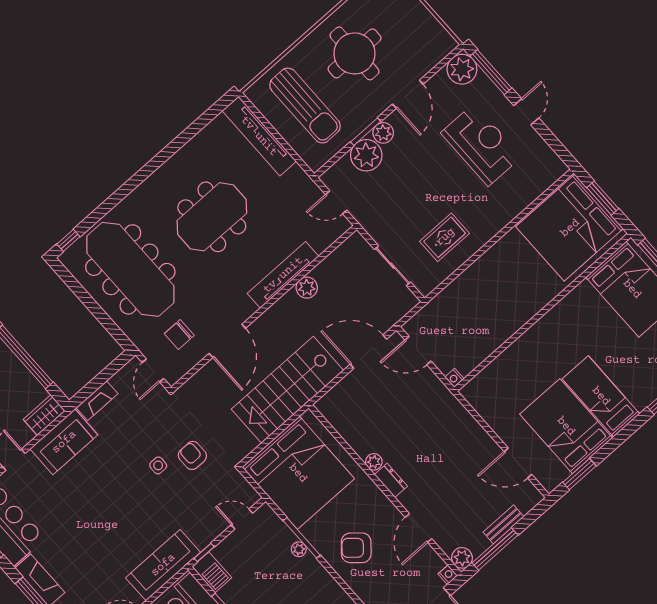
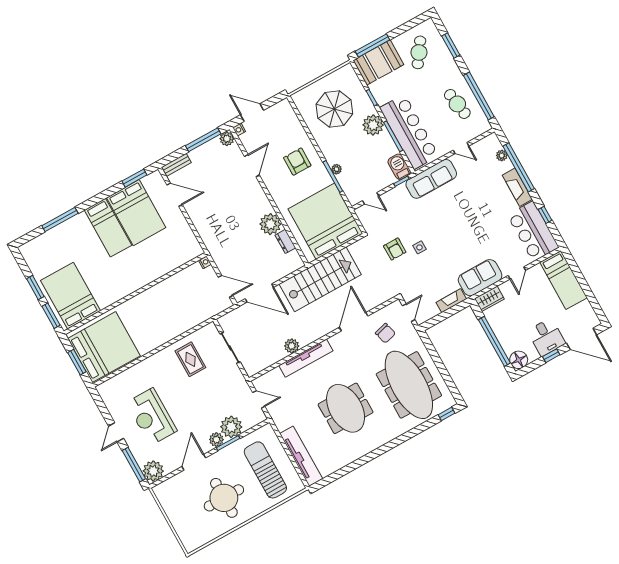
meeting table: (212, 217) -> (346, 408), turned 90
rug: (445, 237) -> (190, 359), turned 90
chair: (179, 334) -> (385, 333), turned 75
plant: (374, 462) -> (270, 224), width x1.88, depth x1.88
dresser: (391, 480) -> (285, 241), moved
bench: (503, 524) -> (176, 165), moved
armchair: (356, 548) -> (297, 162), turned -131

